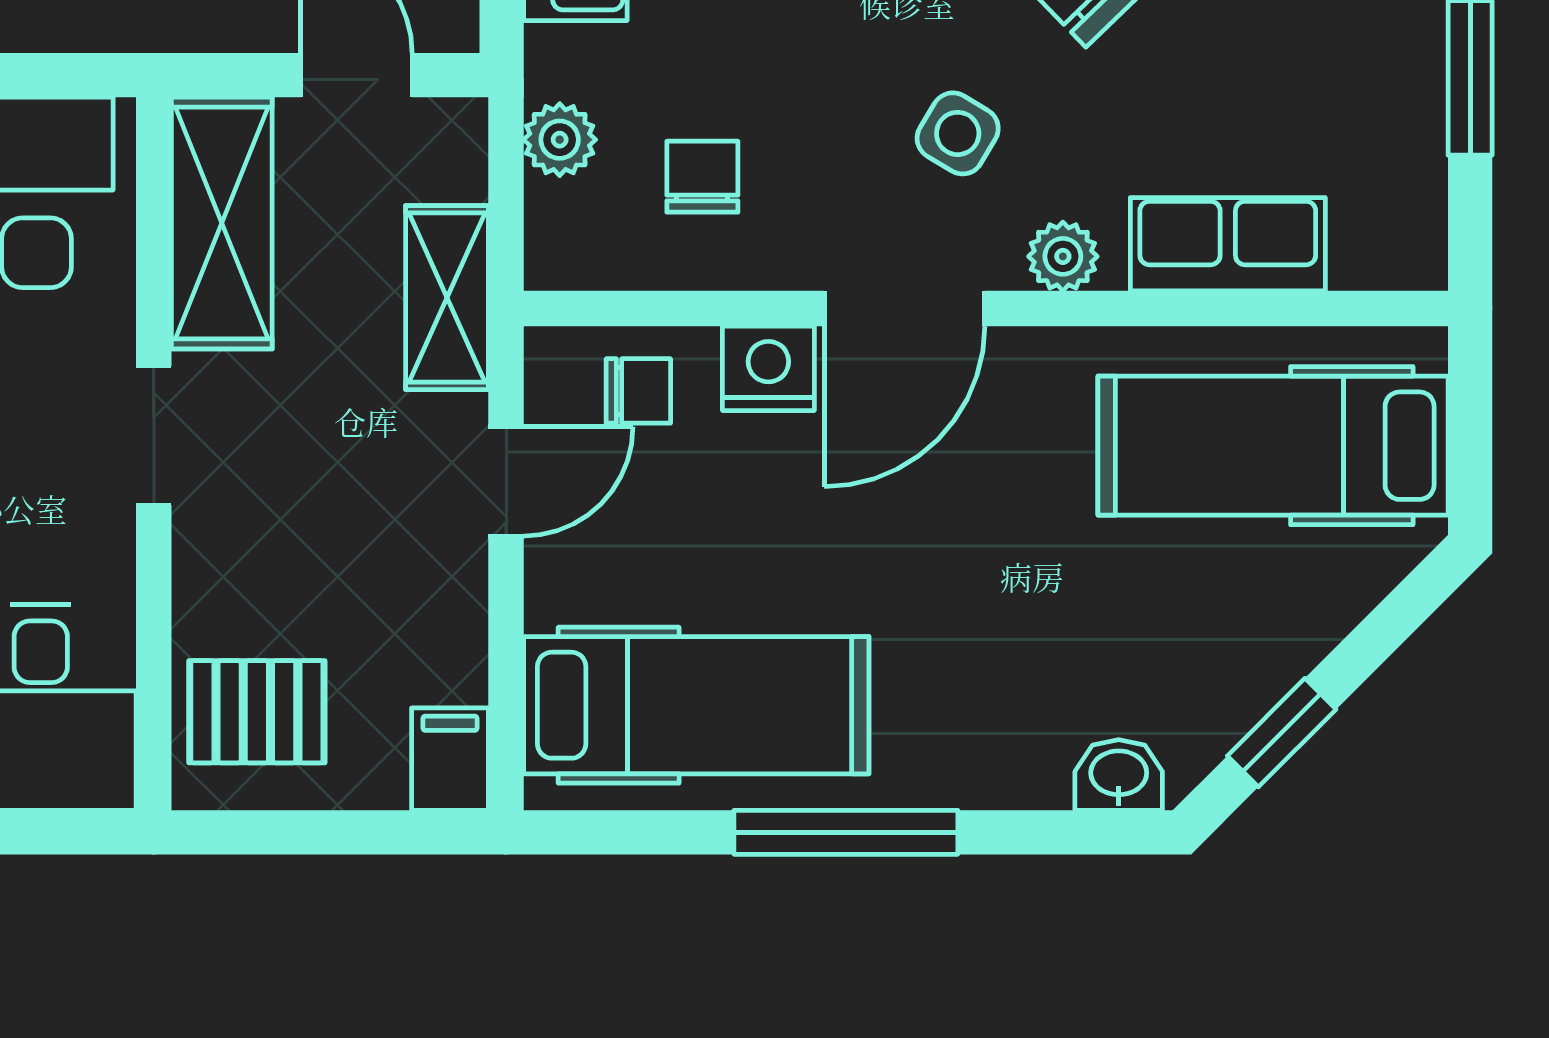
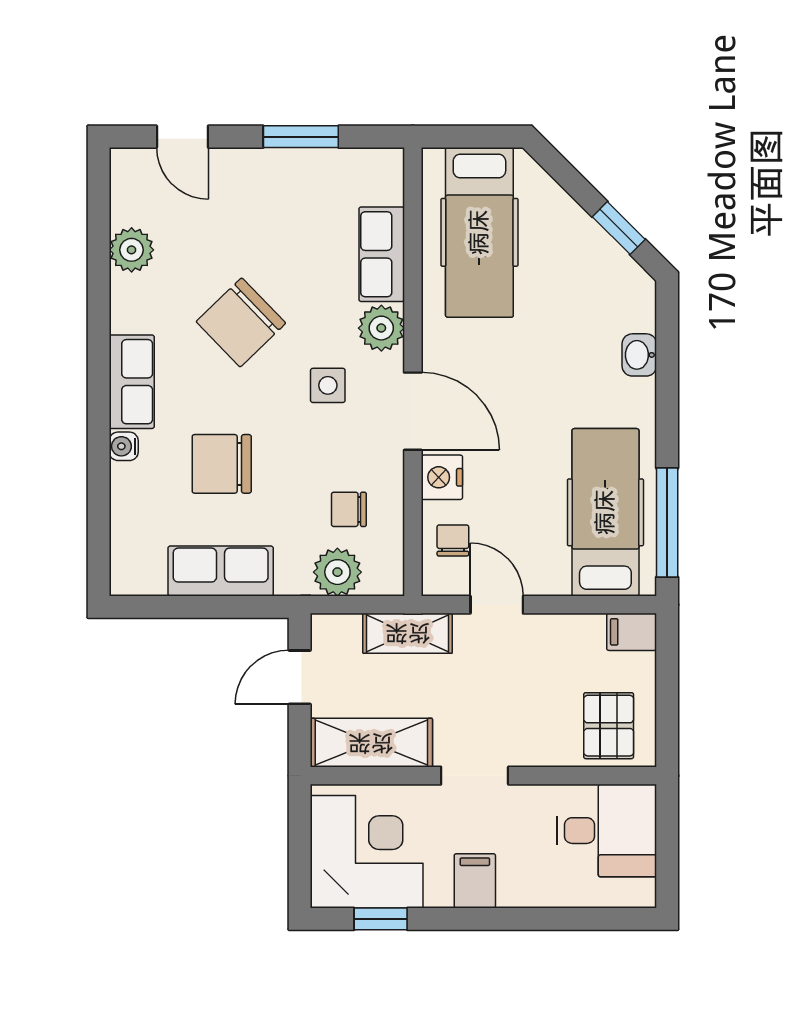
side table: (958, 133) -> (328, 385), turned -31
plant: (560, 140) -> (337, 572), width x1.38, depth x1.38
plant: (1063, 256) -> (381, 328), width x1.38, depth x1.38
washbasin: (1119, 775) -> (639, 355), moved
window: (846, 832) -> (667, 523), moved

